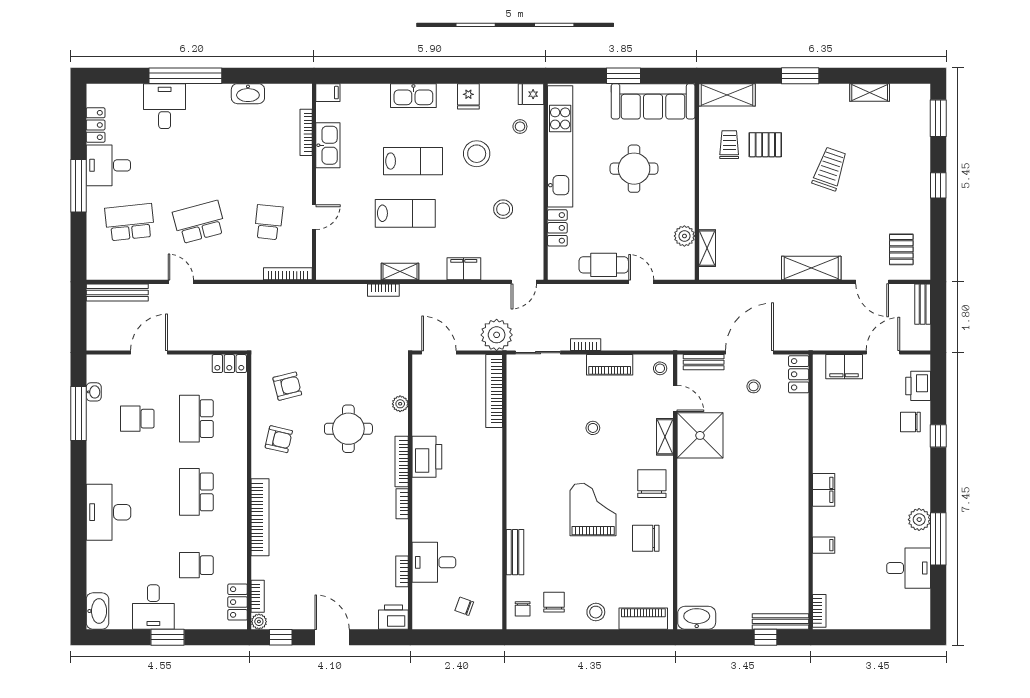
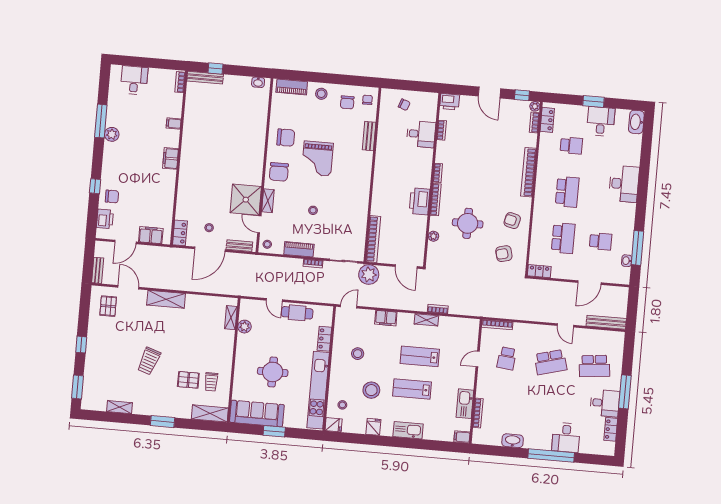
desk: (909, 568) -> (134, 80), moved, turned 90
washbasin: (697, 618) -> (258, 82), width x0.52, depth x0.69

